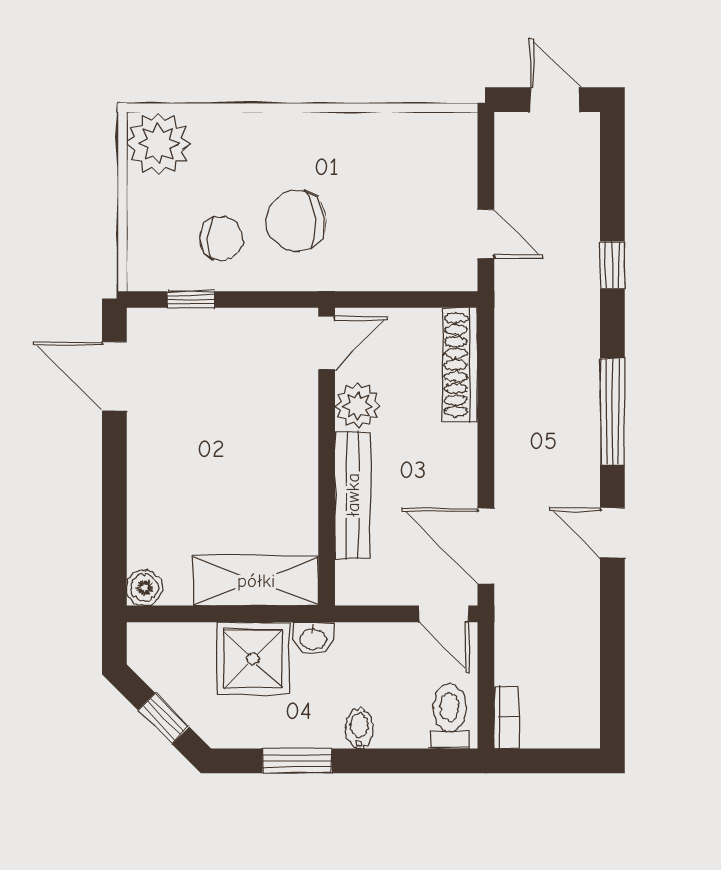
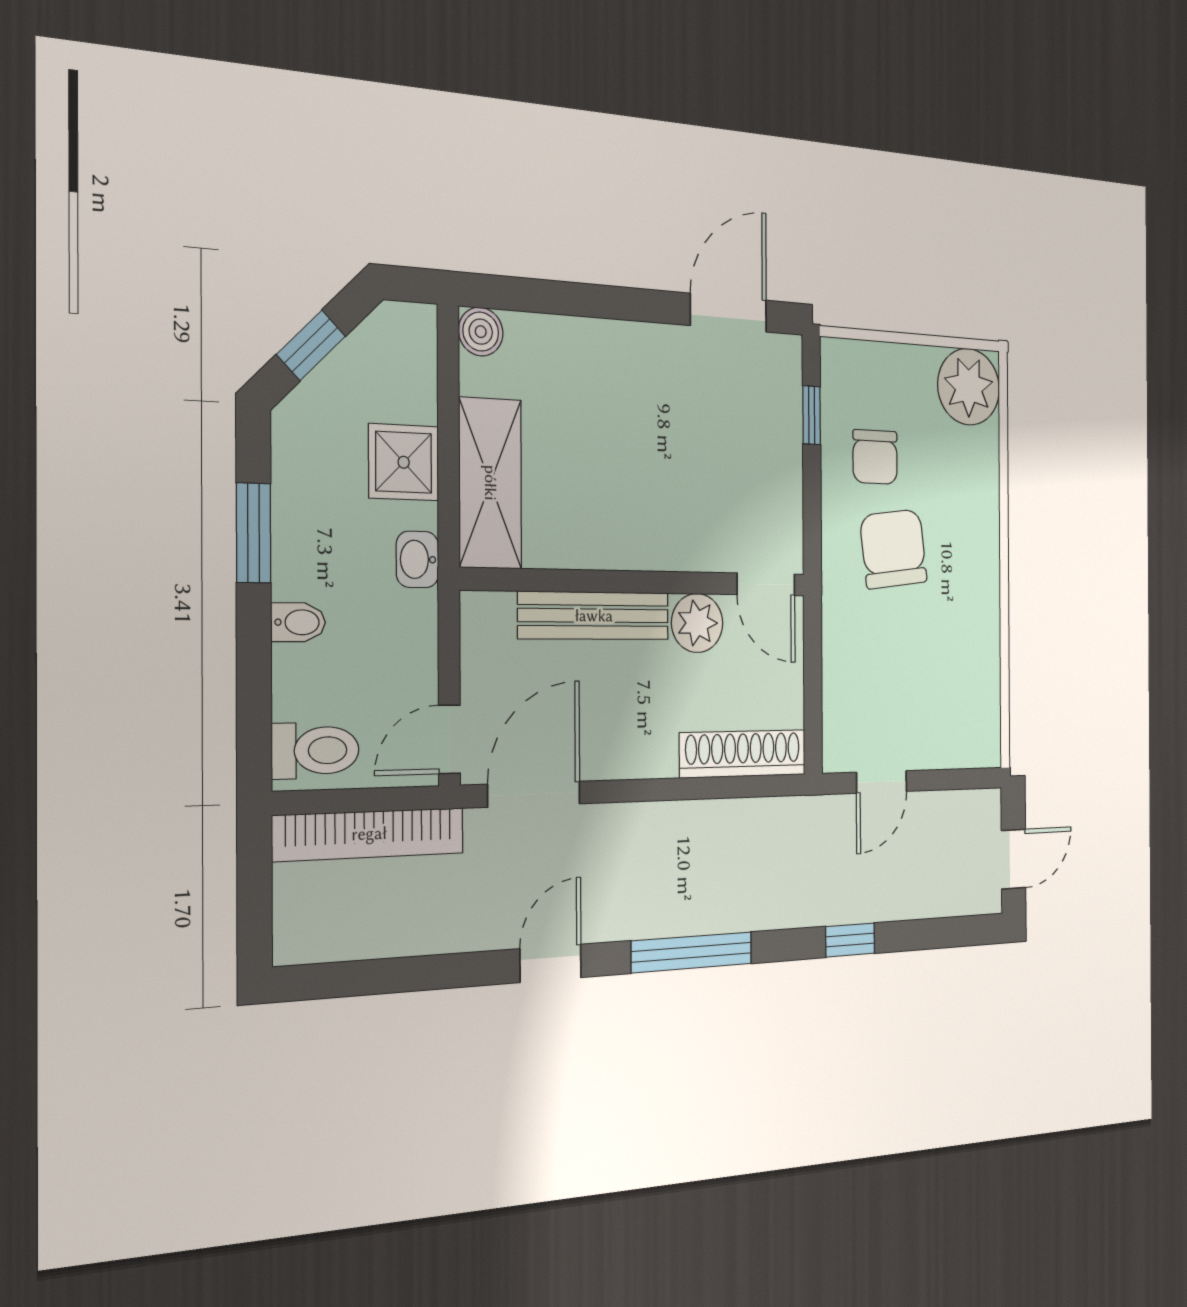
shower: (253, 659) -> (404, 462), width x0.73, depth x0.73
bookcase: (507, 717) -> (369, 834), width x2.31, depth x1.31

